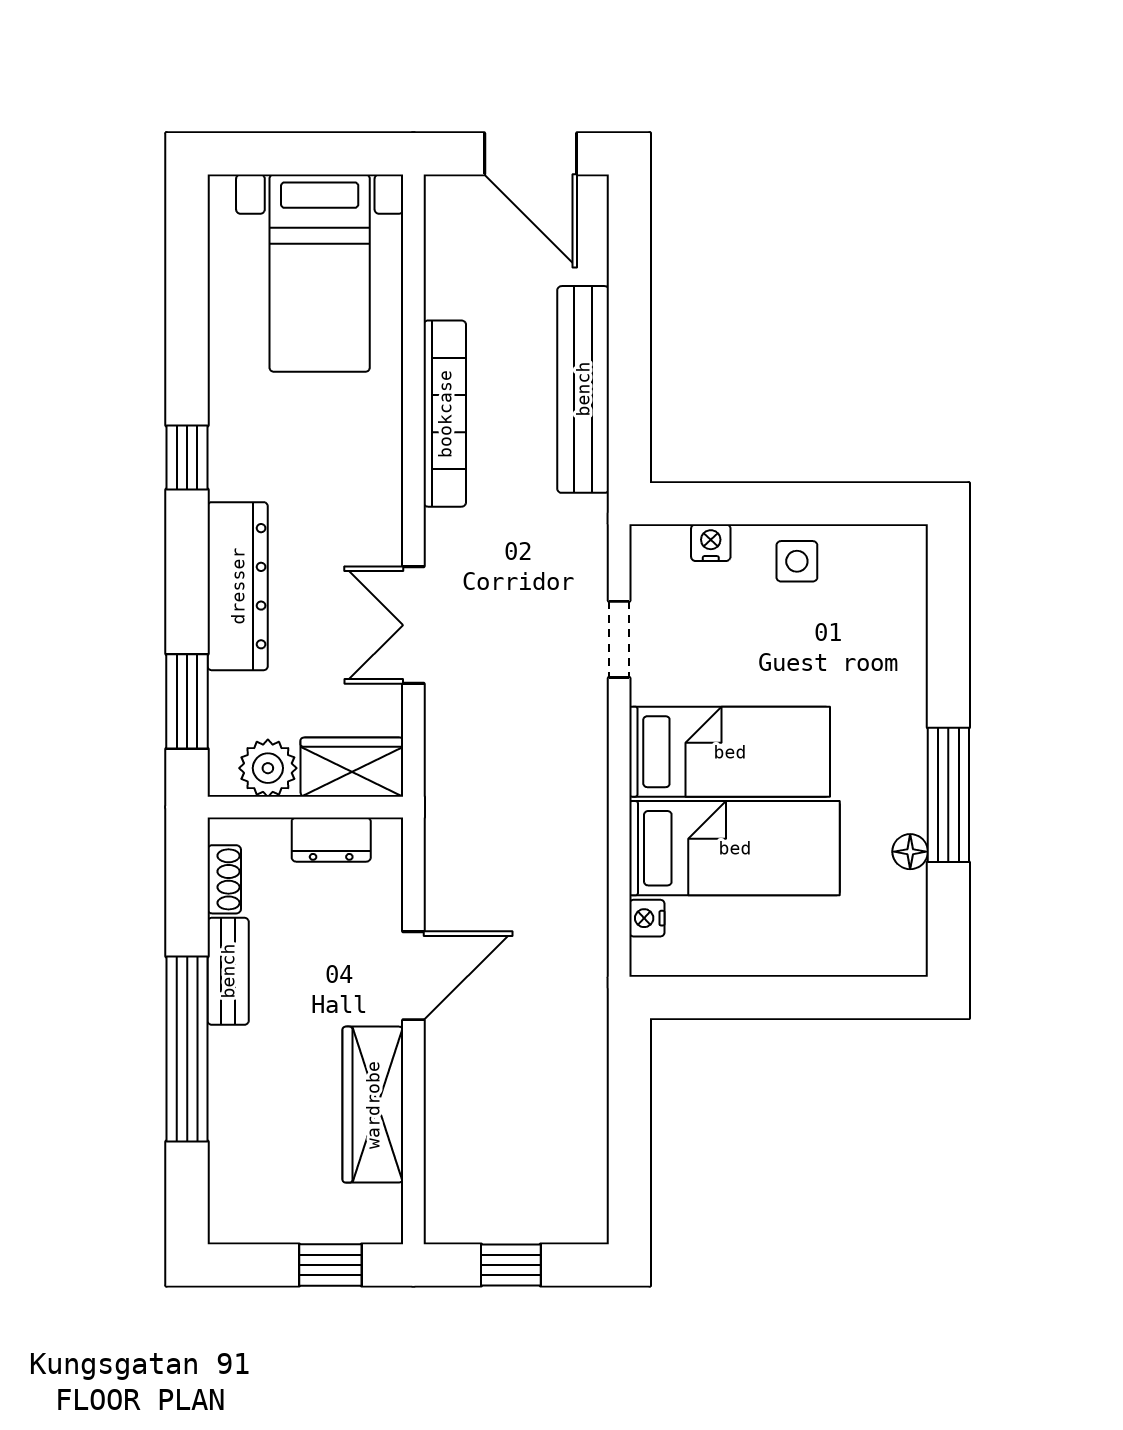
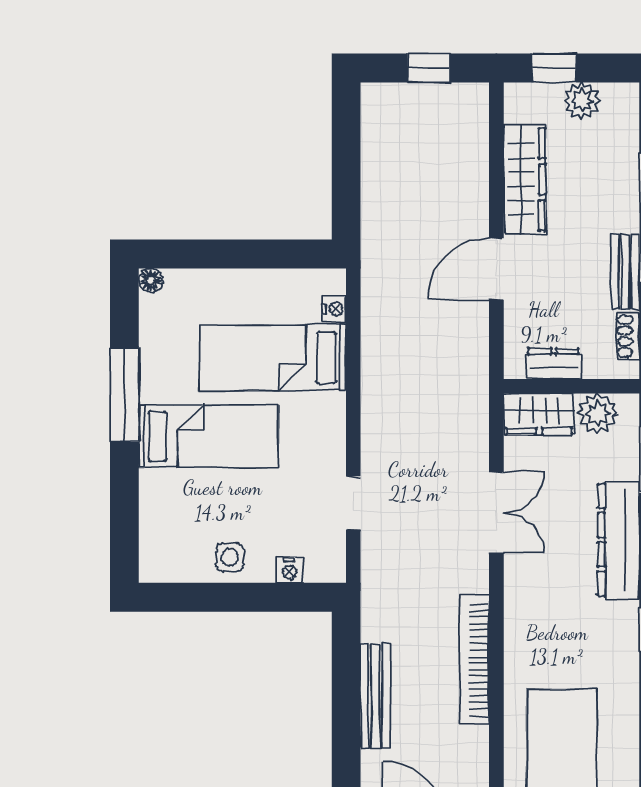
bench: (583, 389) -> (375, 696), width x0.73, depth x0.82
bed: (730, 752) -> (208, 436), moved, turned 180
floor lamp: (910, 852) -> (151, 281), moved
plant: (290, 1218) -> (582, 101), added

